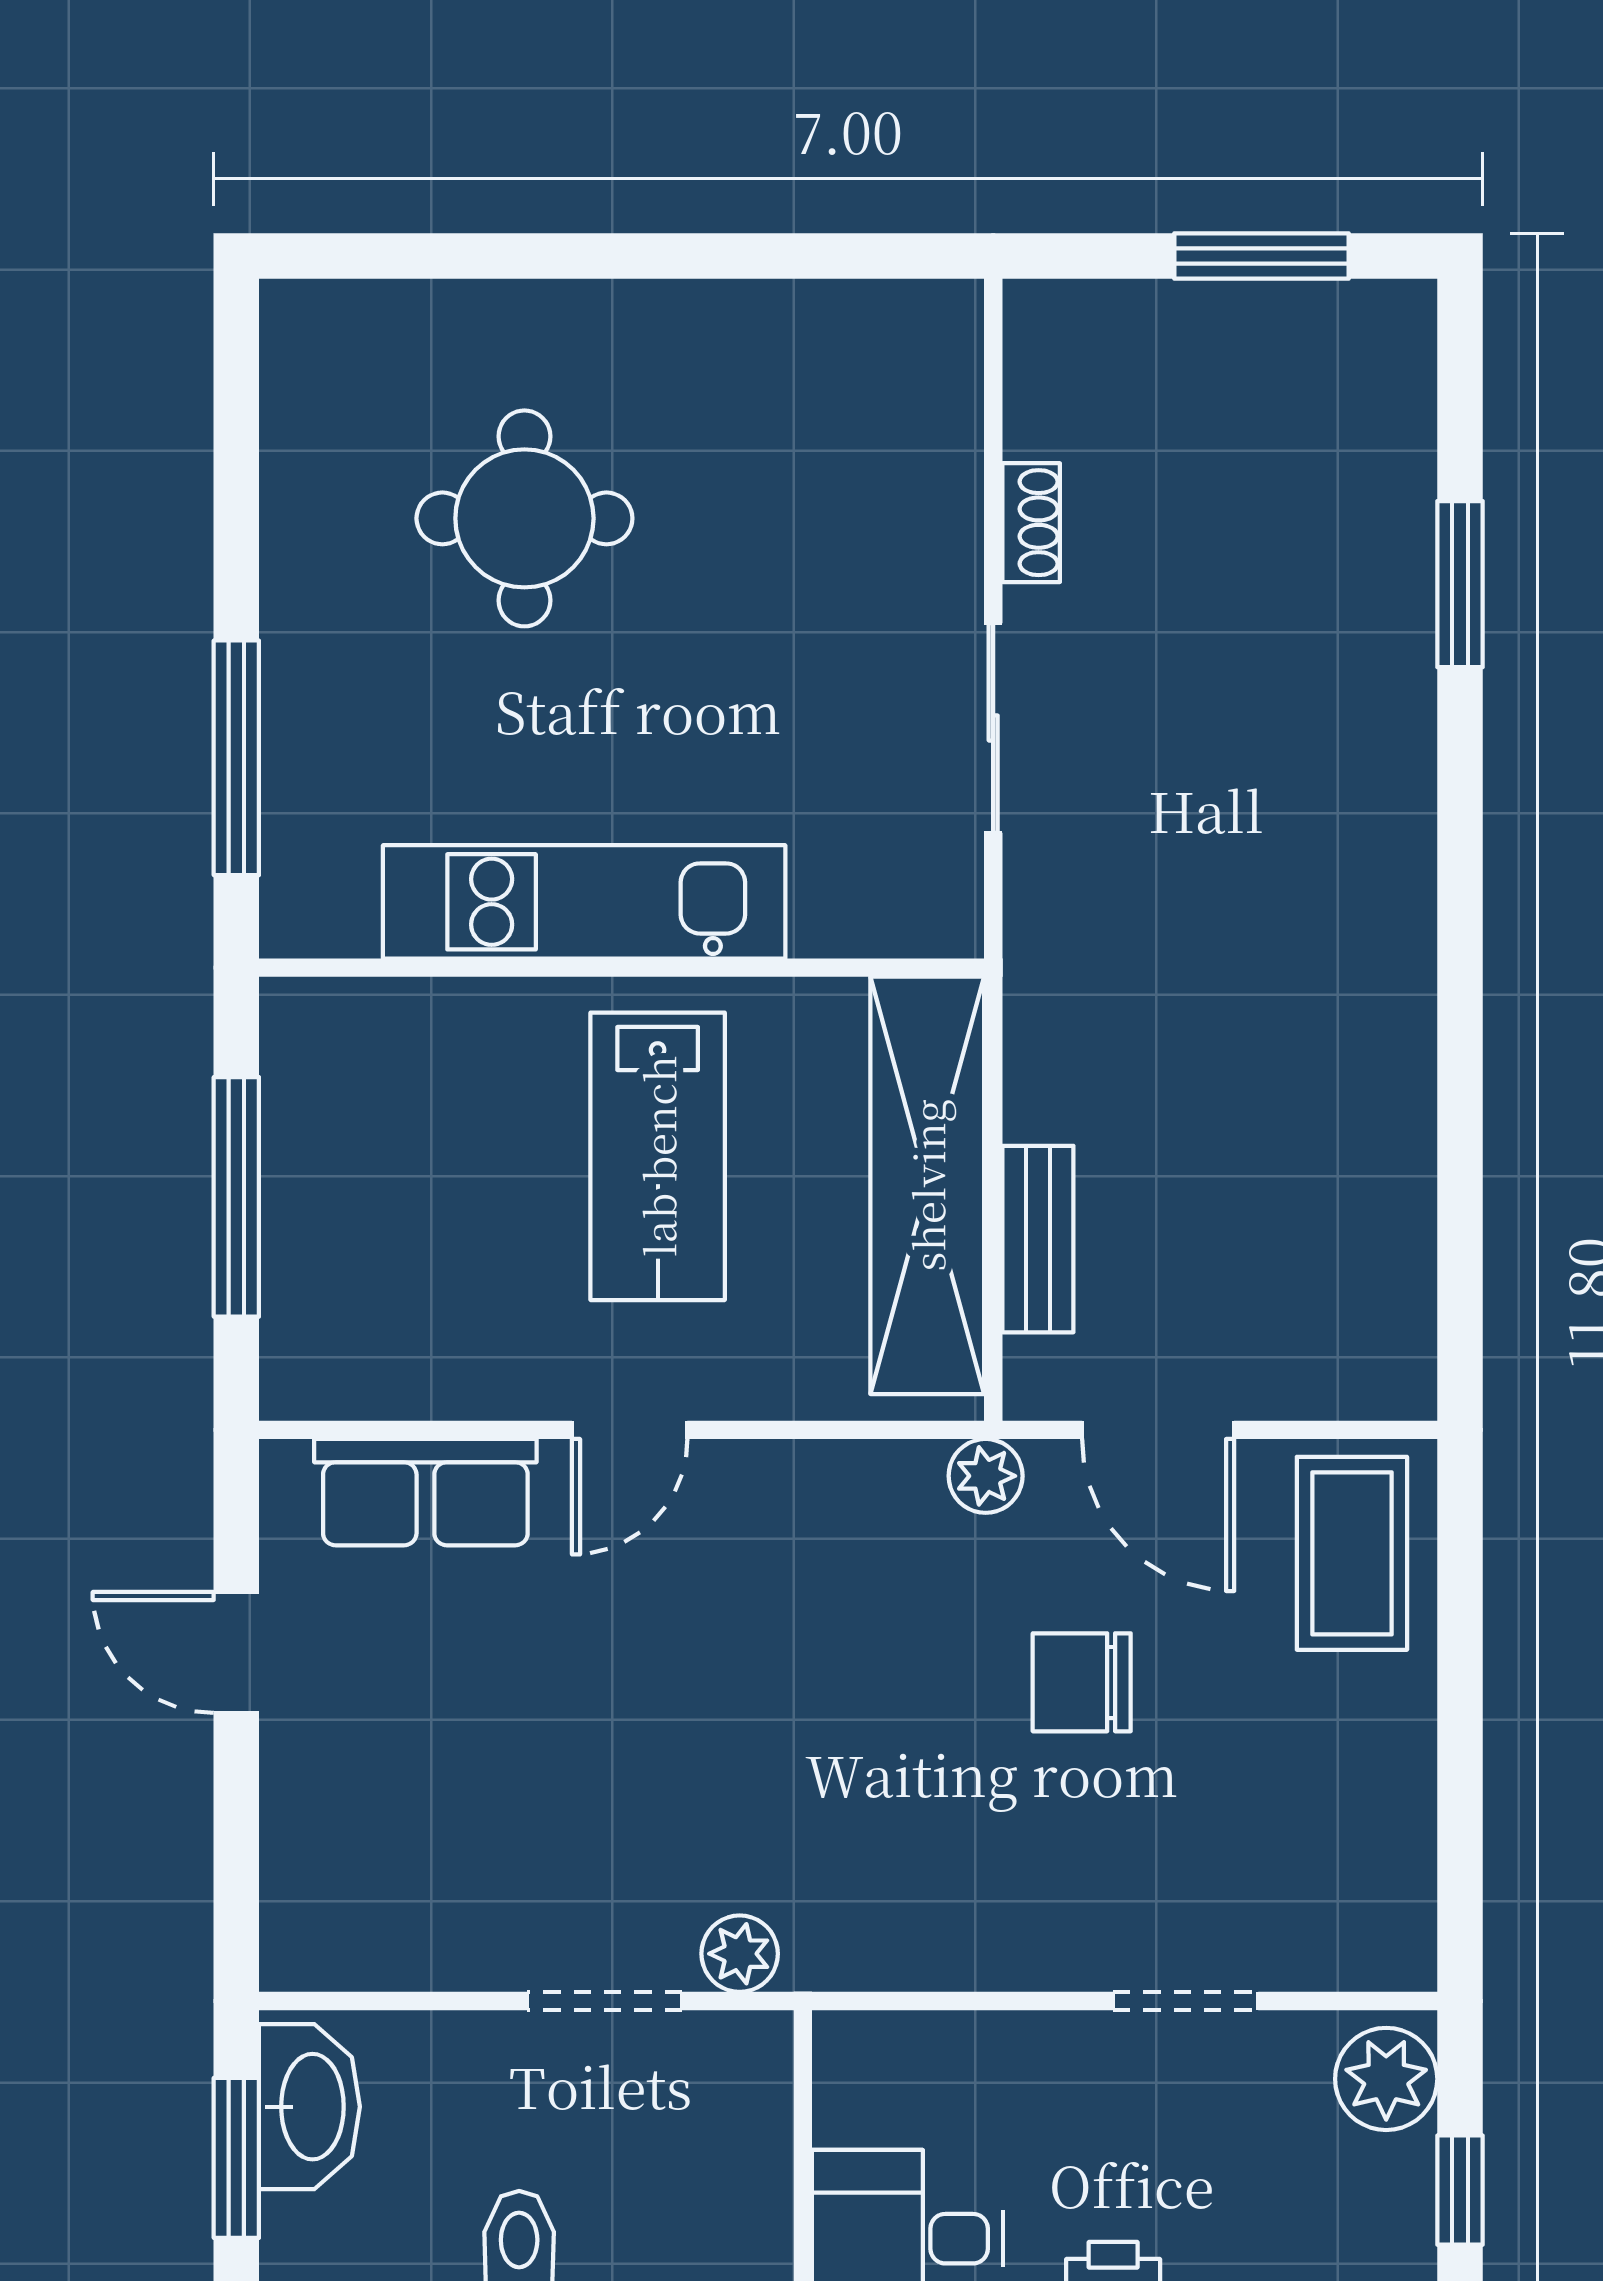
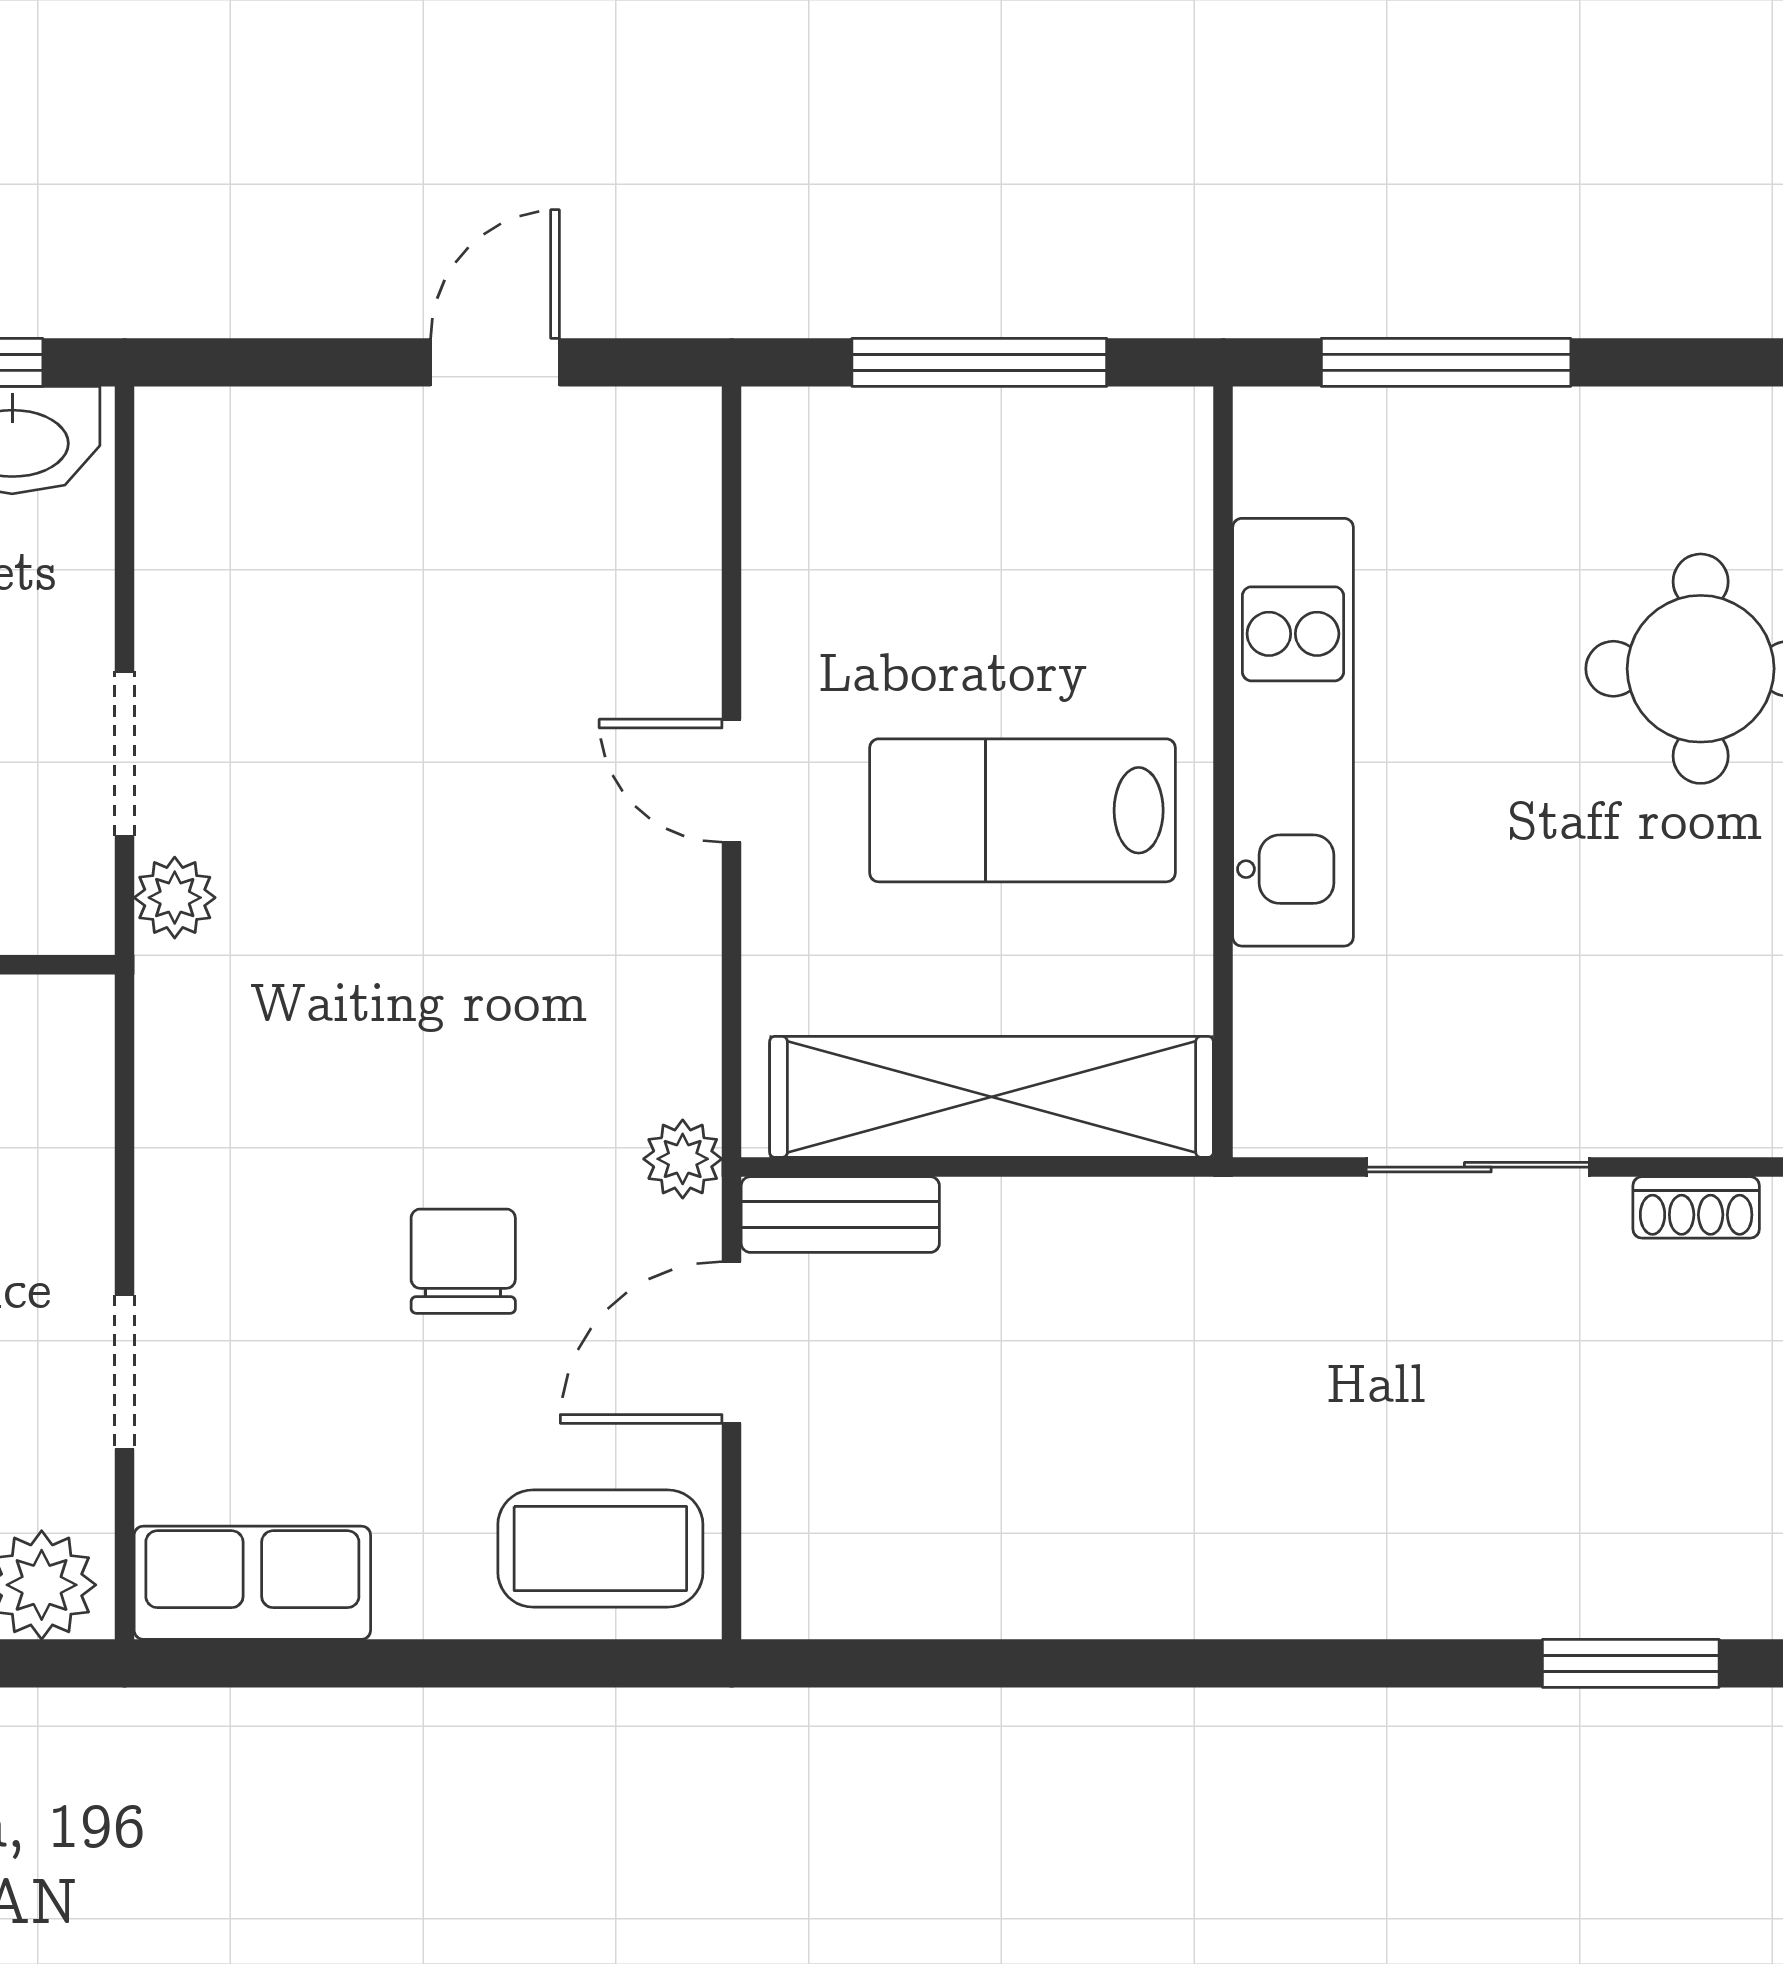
bench: (1038, 1239) -> (840, 1215), moved
row of seats: (425, 1492) -> (252, 1583), moved, turned 90

